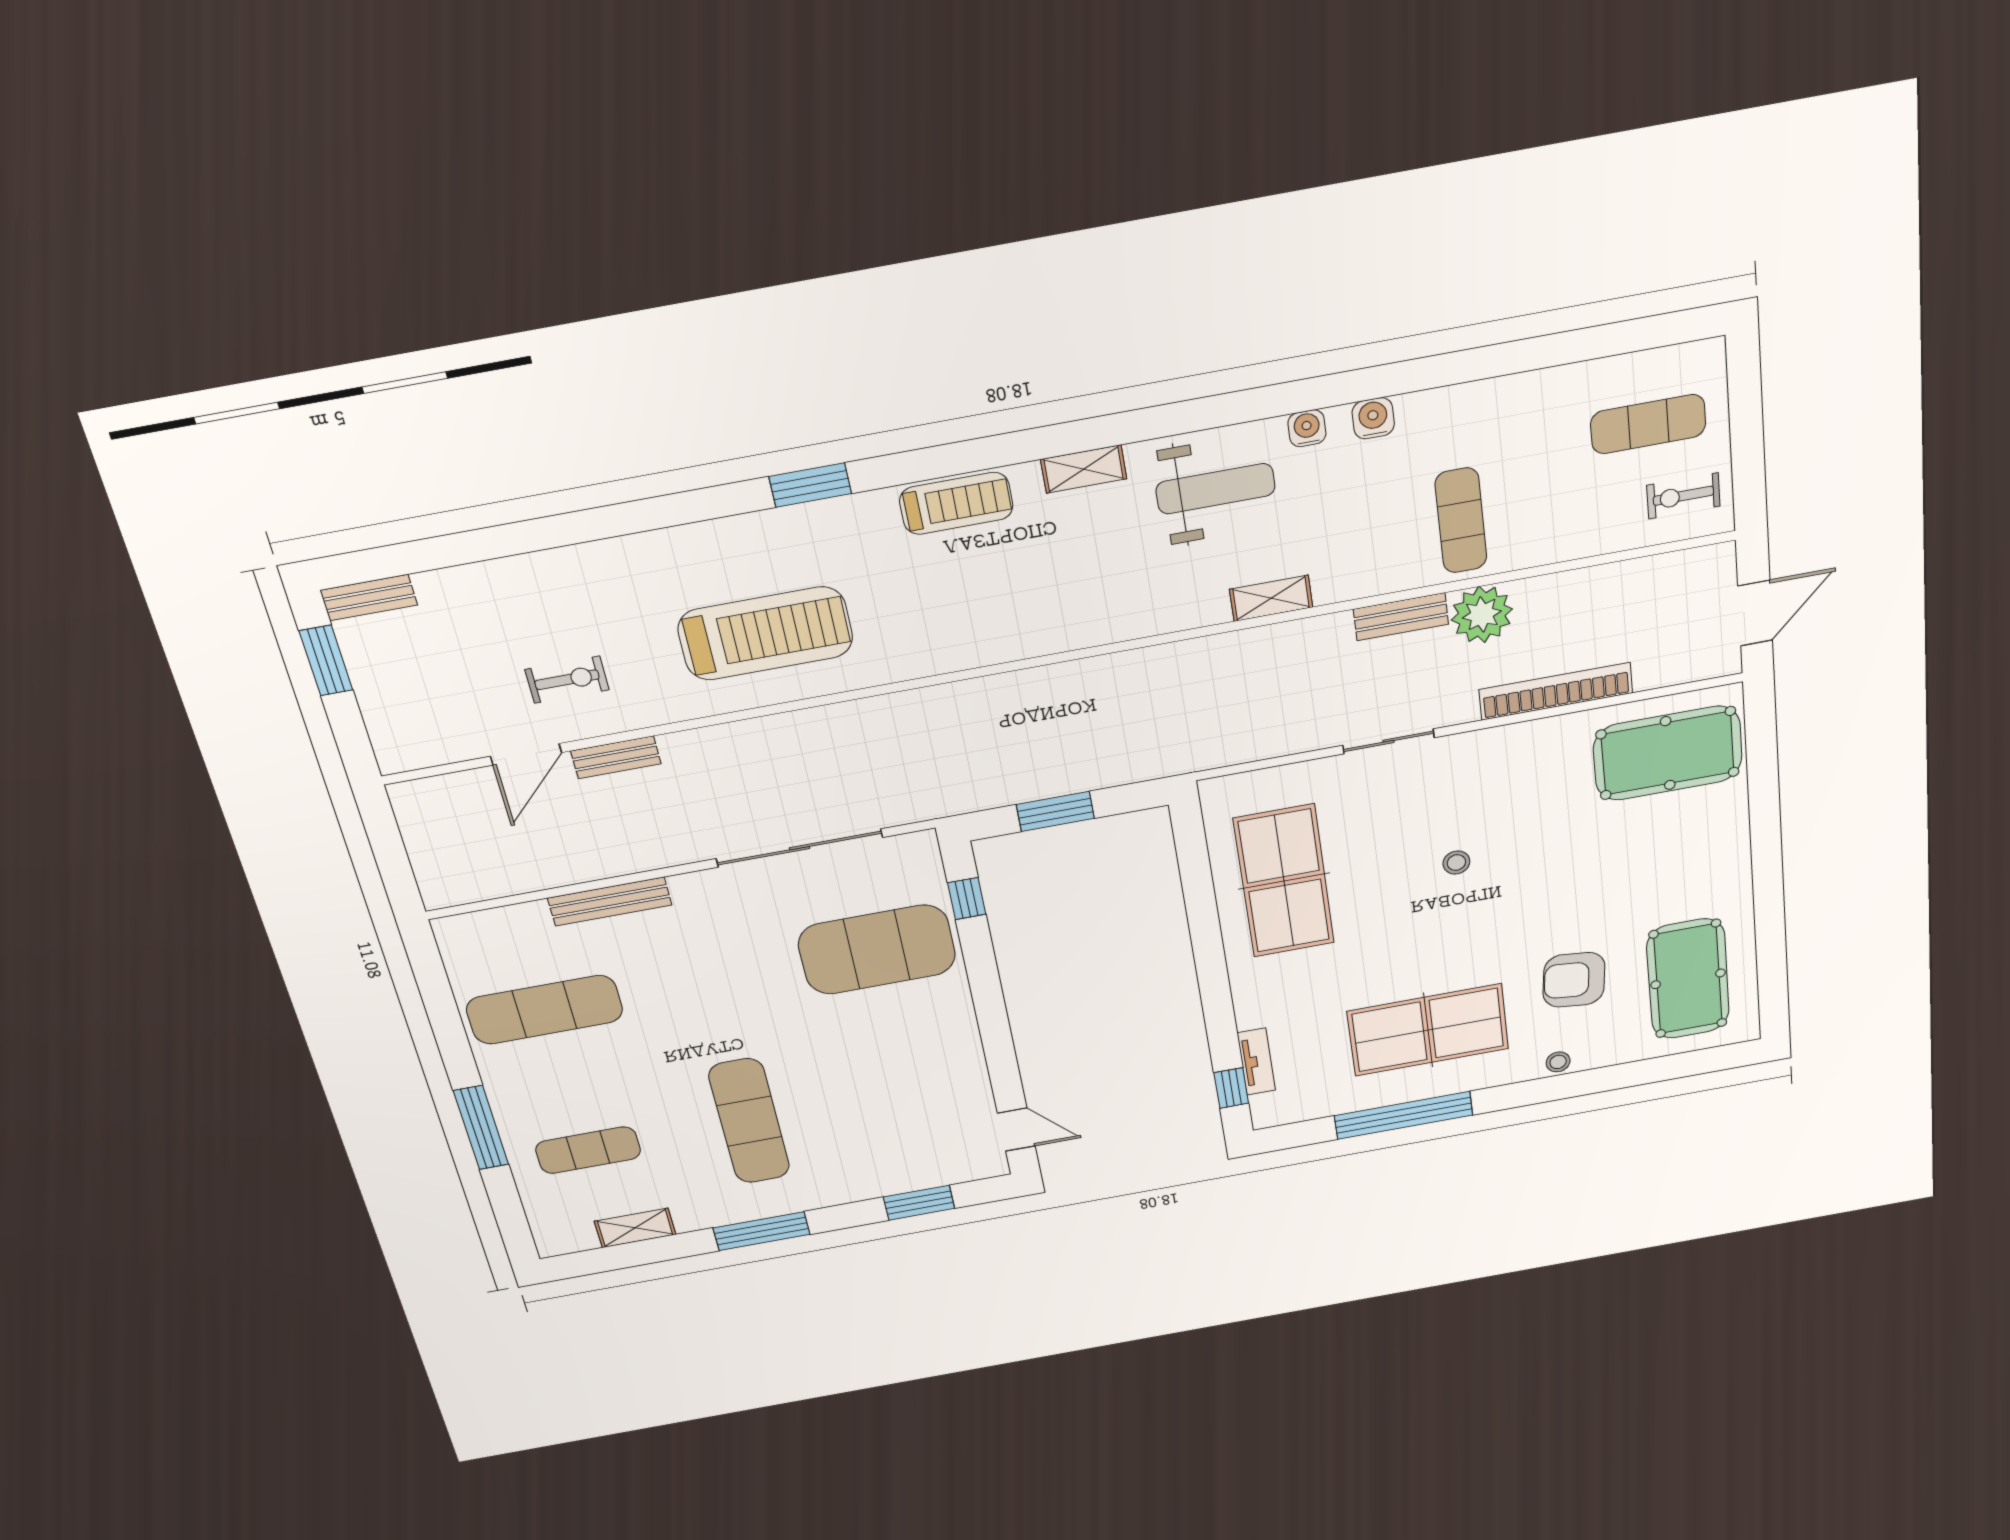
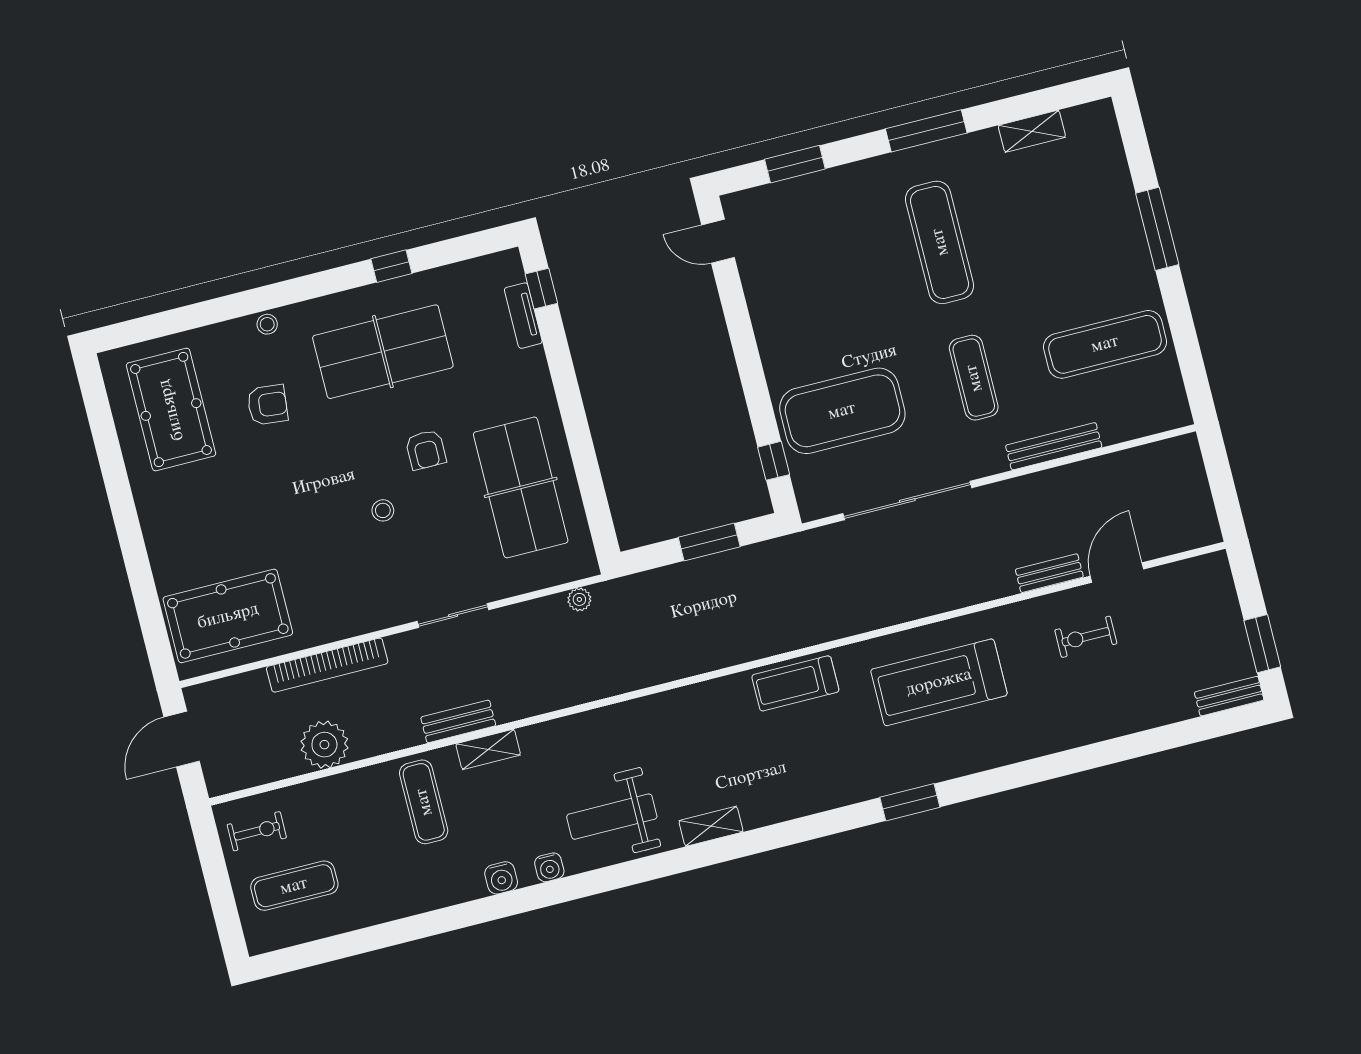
treadmill: (956, 503) -> (795, 683), moved
shelving: (1271, 598) -> (488, 749), moved
plant: (1482, 614) -> (324, 745), moved
plant: (1227, 753) -> (579, 599), added
armchair: (1394, 926) -> (426, 450), added
armchair: (1574, 980) -> (267, 405), width x0.72, depth x0.72
window: (1404, 1115) -> (391, 266), width x0.32
exercise mat: (588, 1150) -> (974, 378), moved, turned 90

